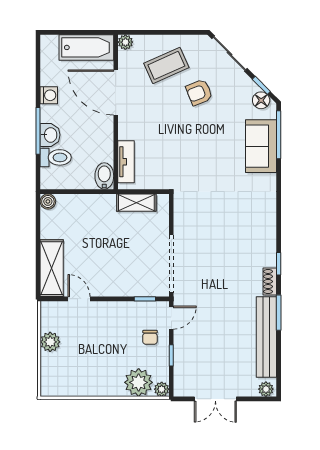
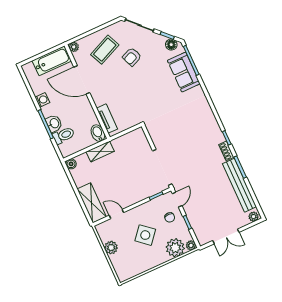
shelving: (136, 203) -> (100, 151), moved
side table: (105, 346) -> (145, 235), added

